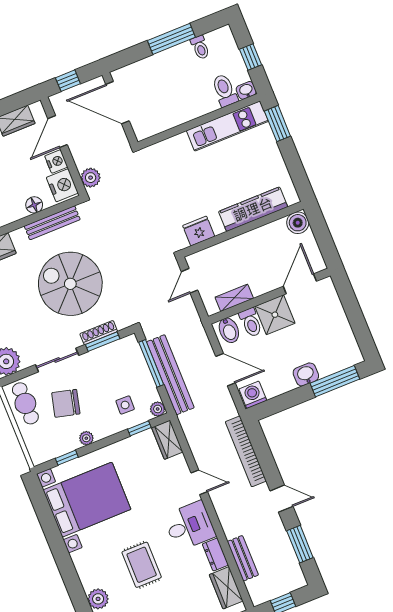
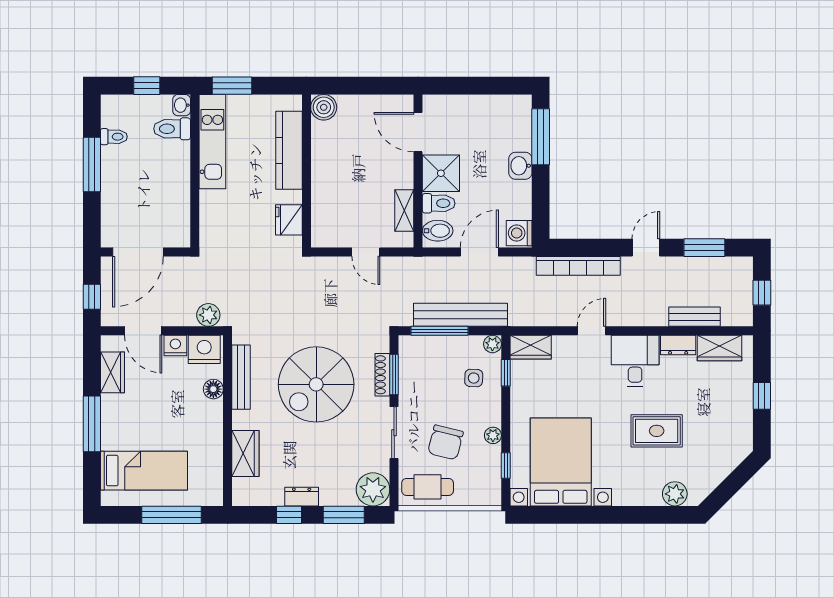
kitchen counter: (253, 209) -> (289, 150), moved
boiler: (298, 223) -> (324, 107), moved
wall: (242, 229) -> (306, 171), moved
fridge: (199, 231) -> (289, 220), moved

